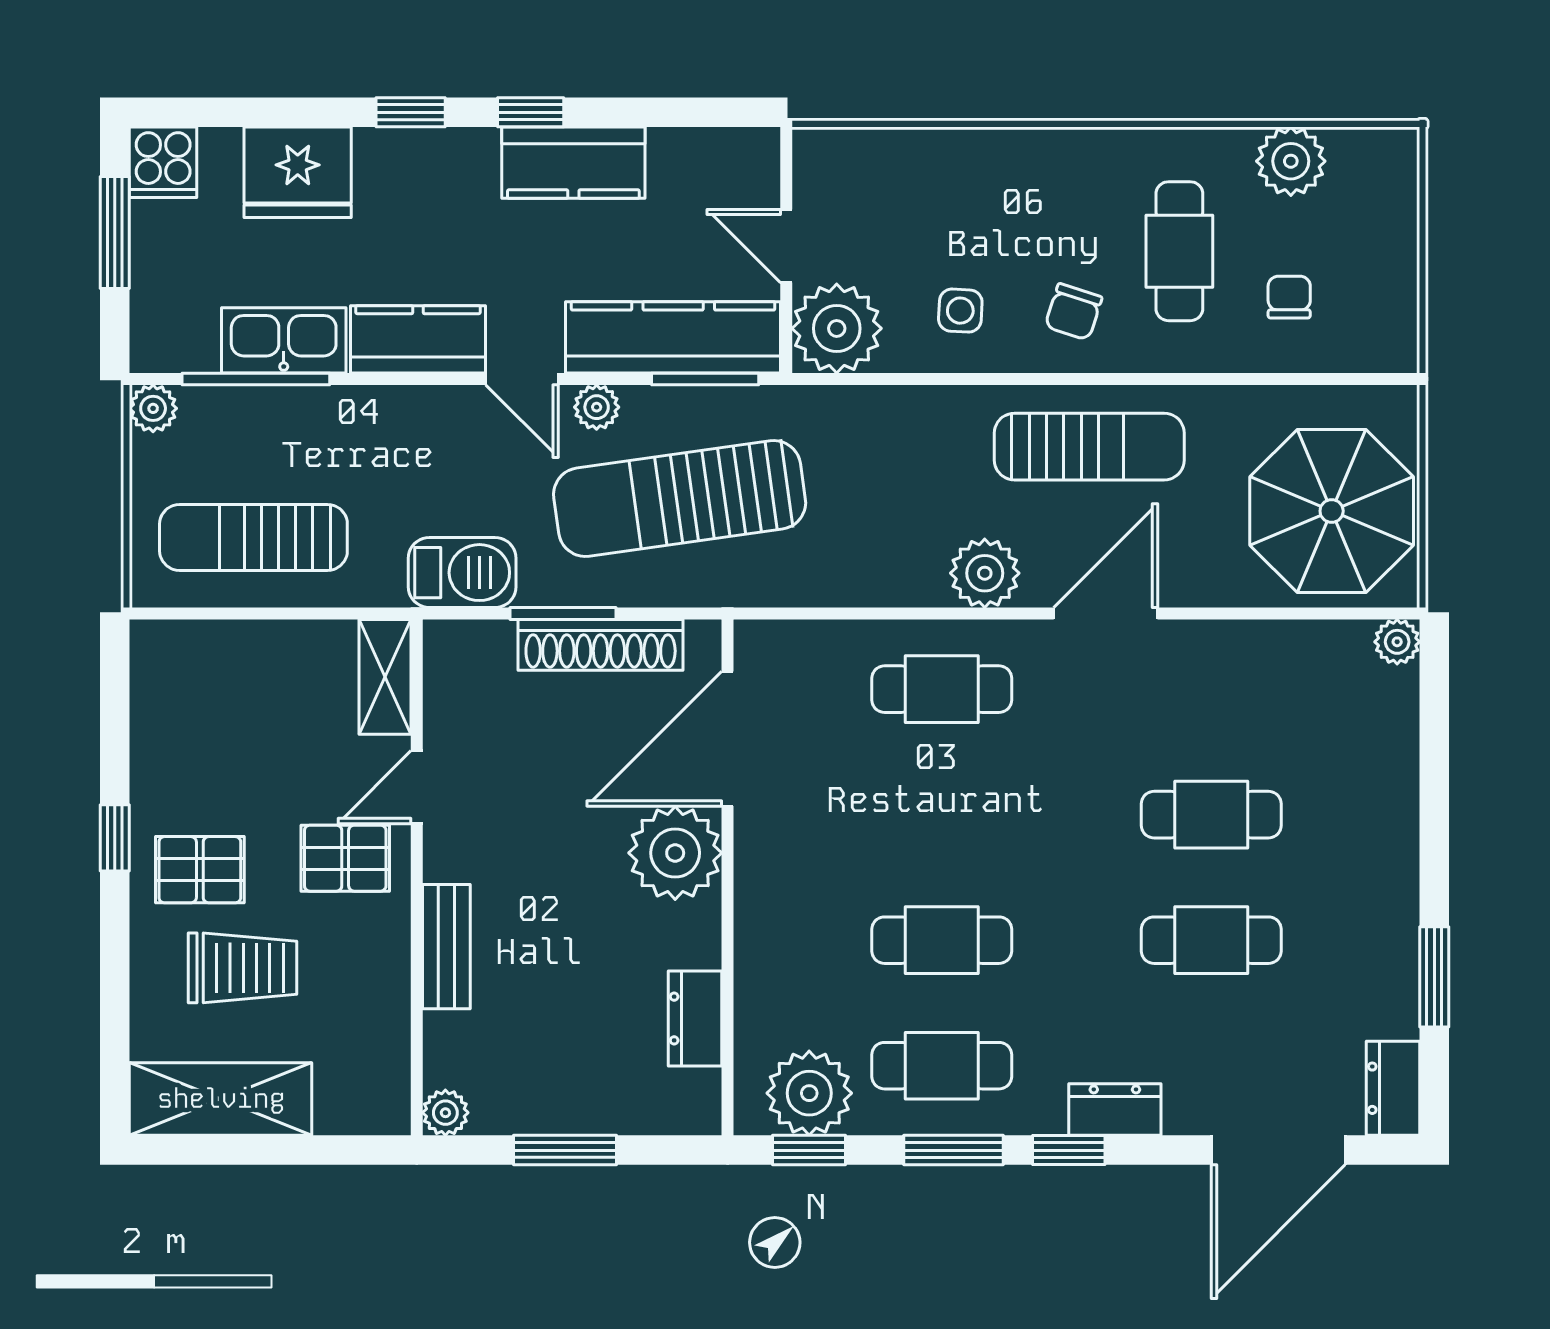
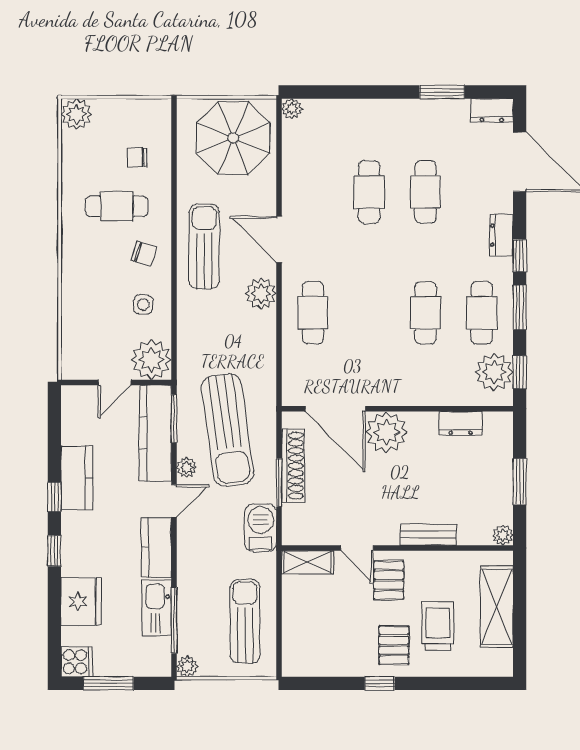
plant: (1291, 161) -> (76, 114), moved
sun lounger: (253, 537) -> (245, 621), turned 180
shelving: (221, 1099) -> (497, 607), moved

